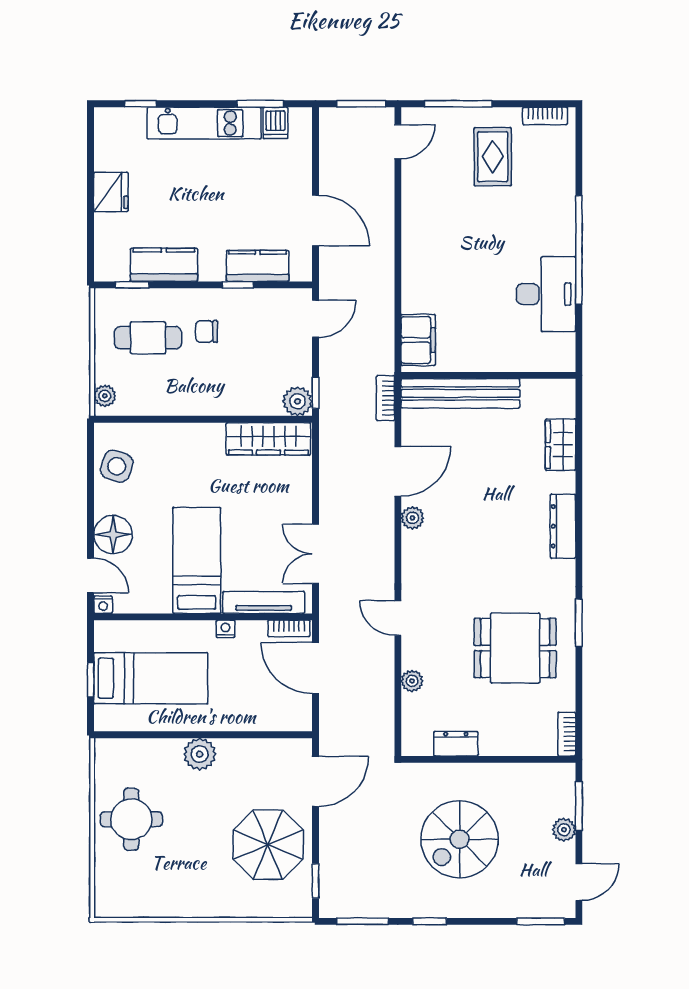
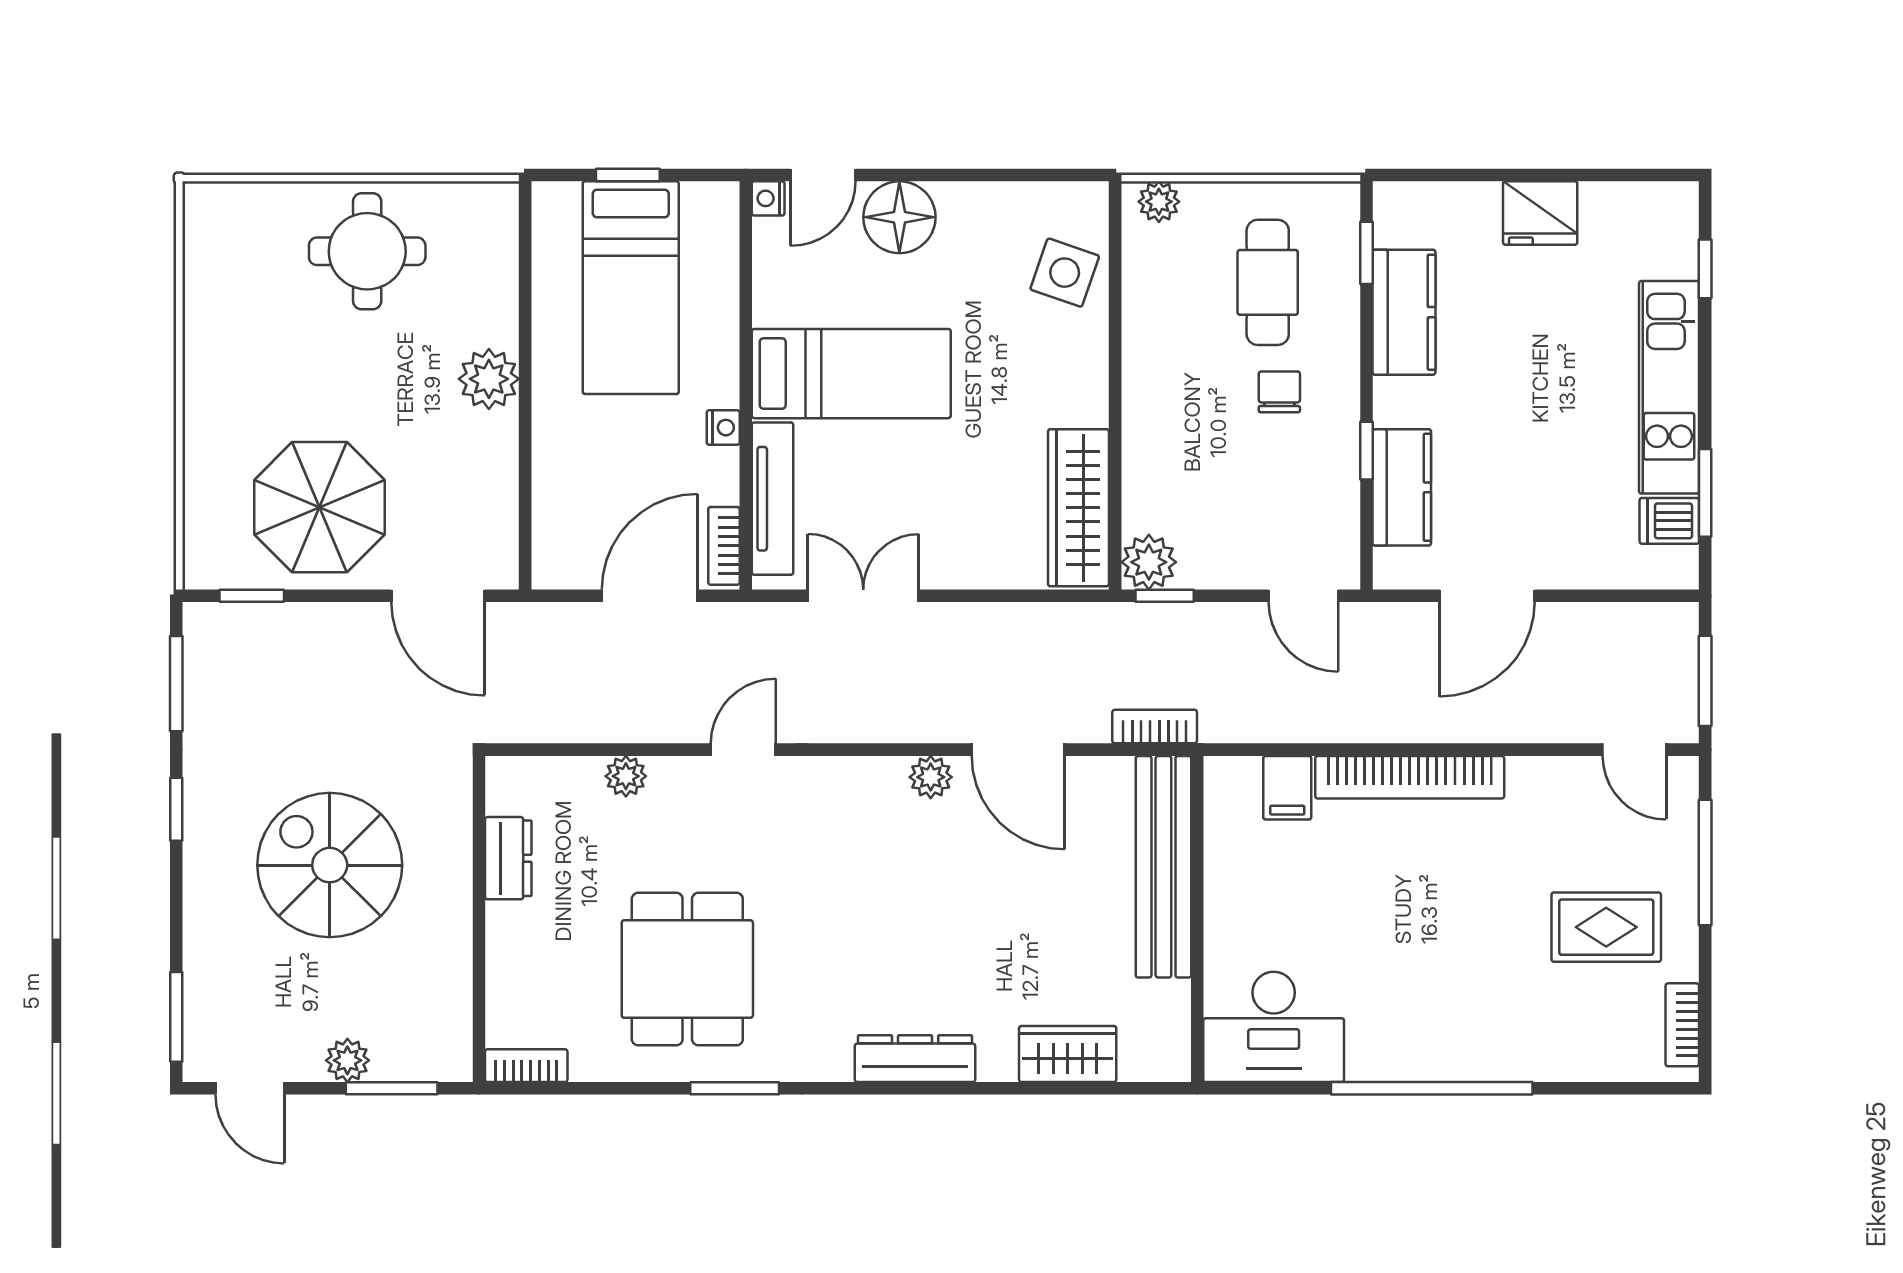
bookcase: (413, 262) -> (1410, 777), added
desk: (546, 294) -> (1274, 1027), moved
filing cabinet: (418, 340) -> (1287, 788), width x0.50
side table: (117, 466) -> (1065, 273), moved

